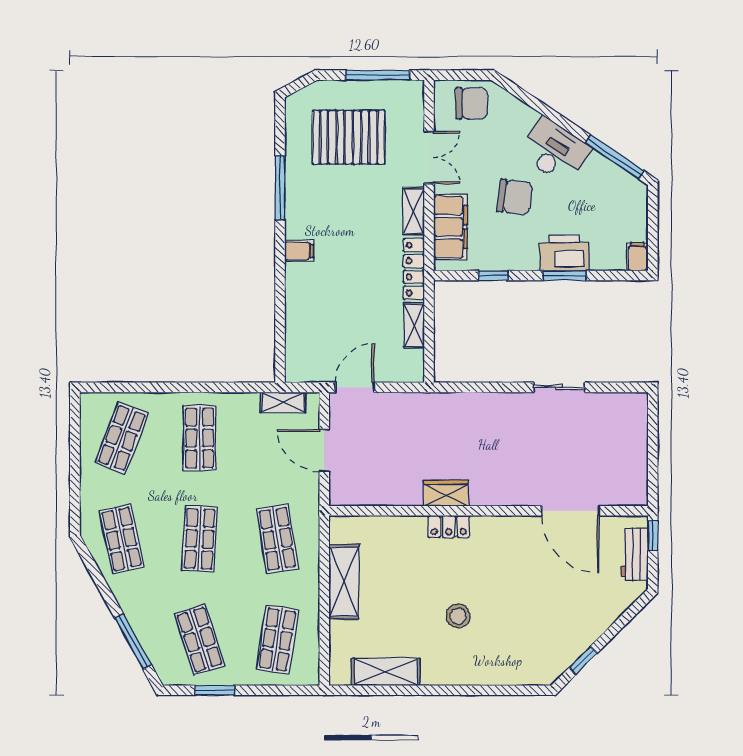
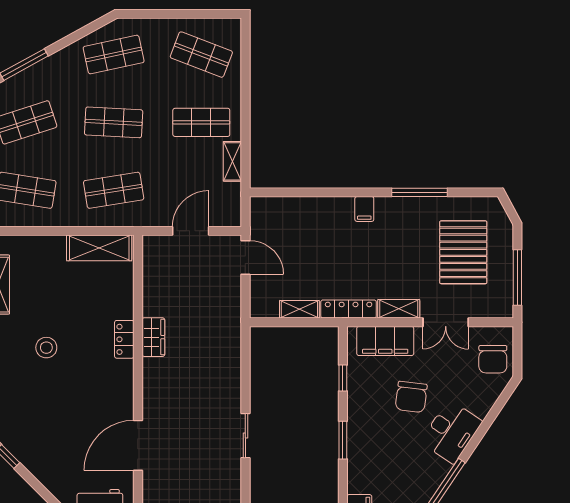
printer: (564, 253) -> (362, 440), removed
shelving: (283, 402) -> (232, 161), moved
shelving: (344, 582) -> (99, 248), moved

